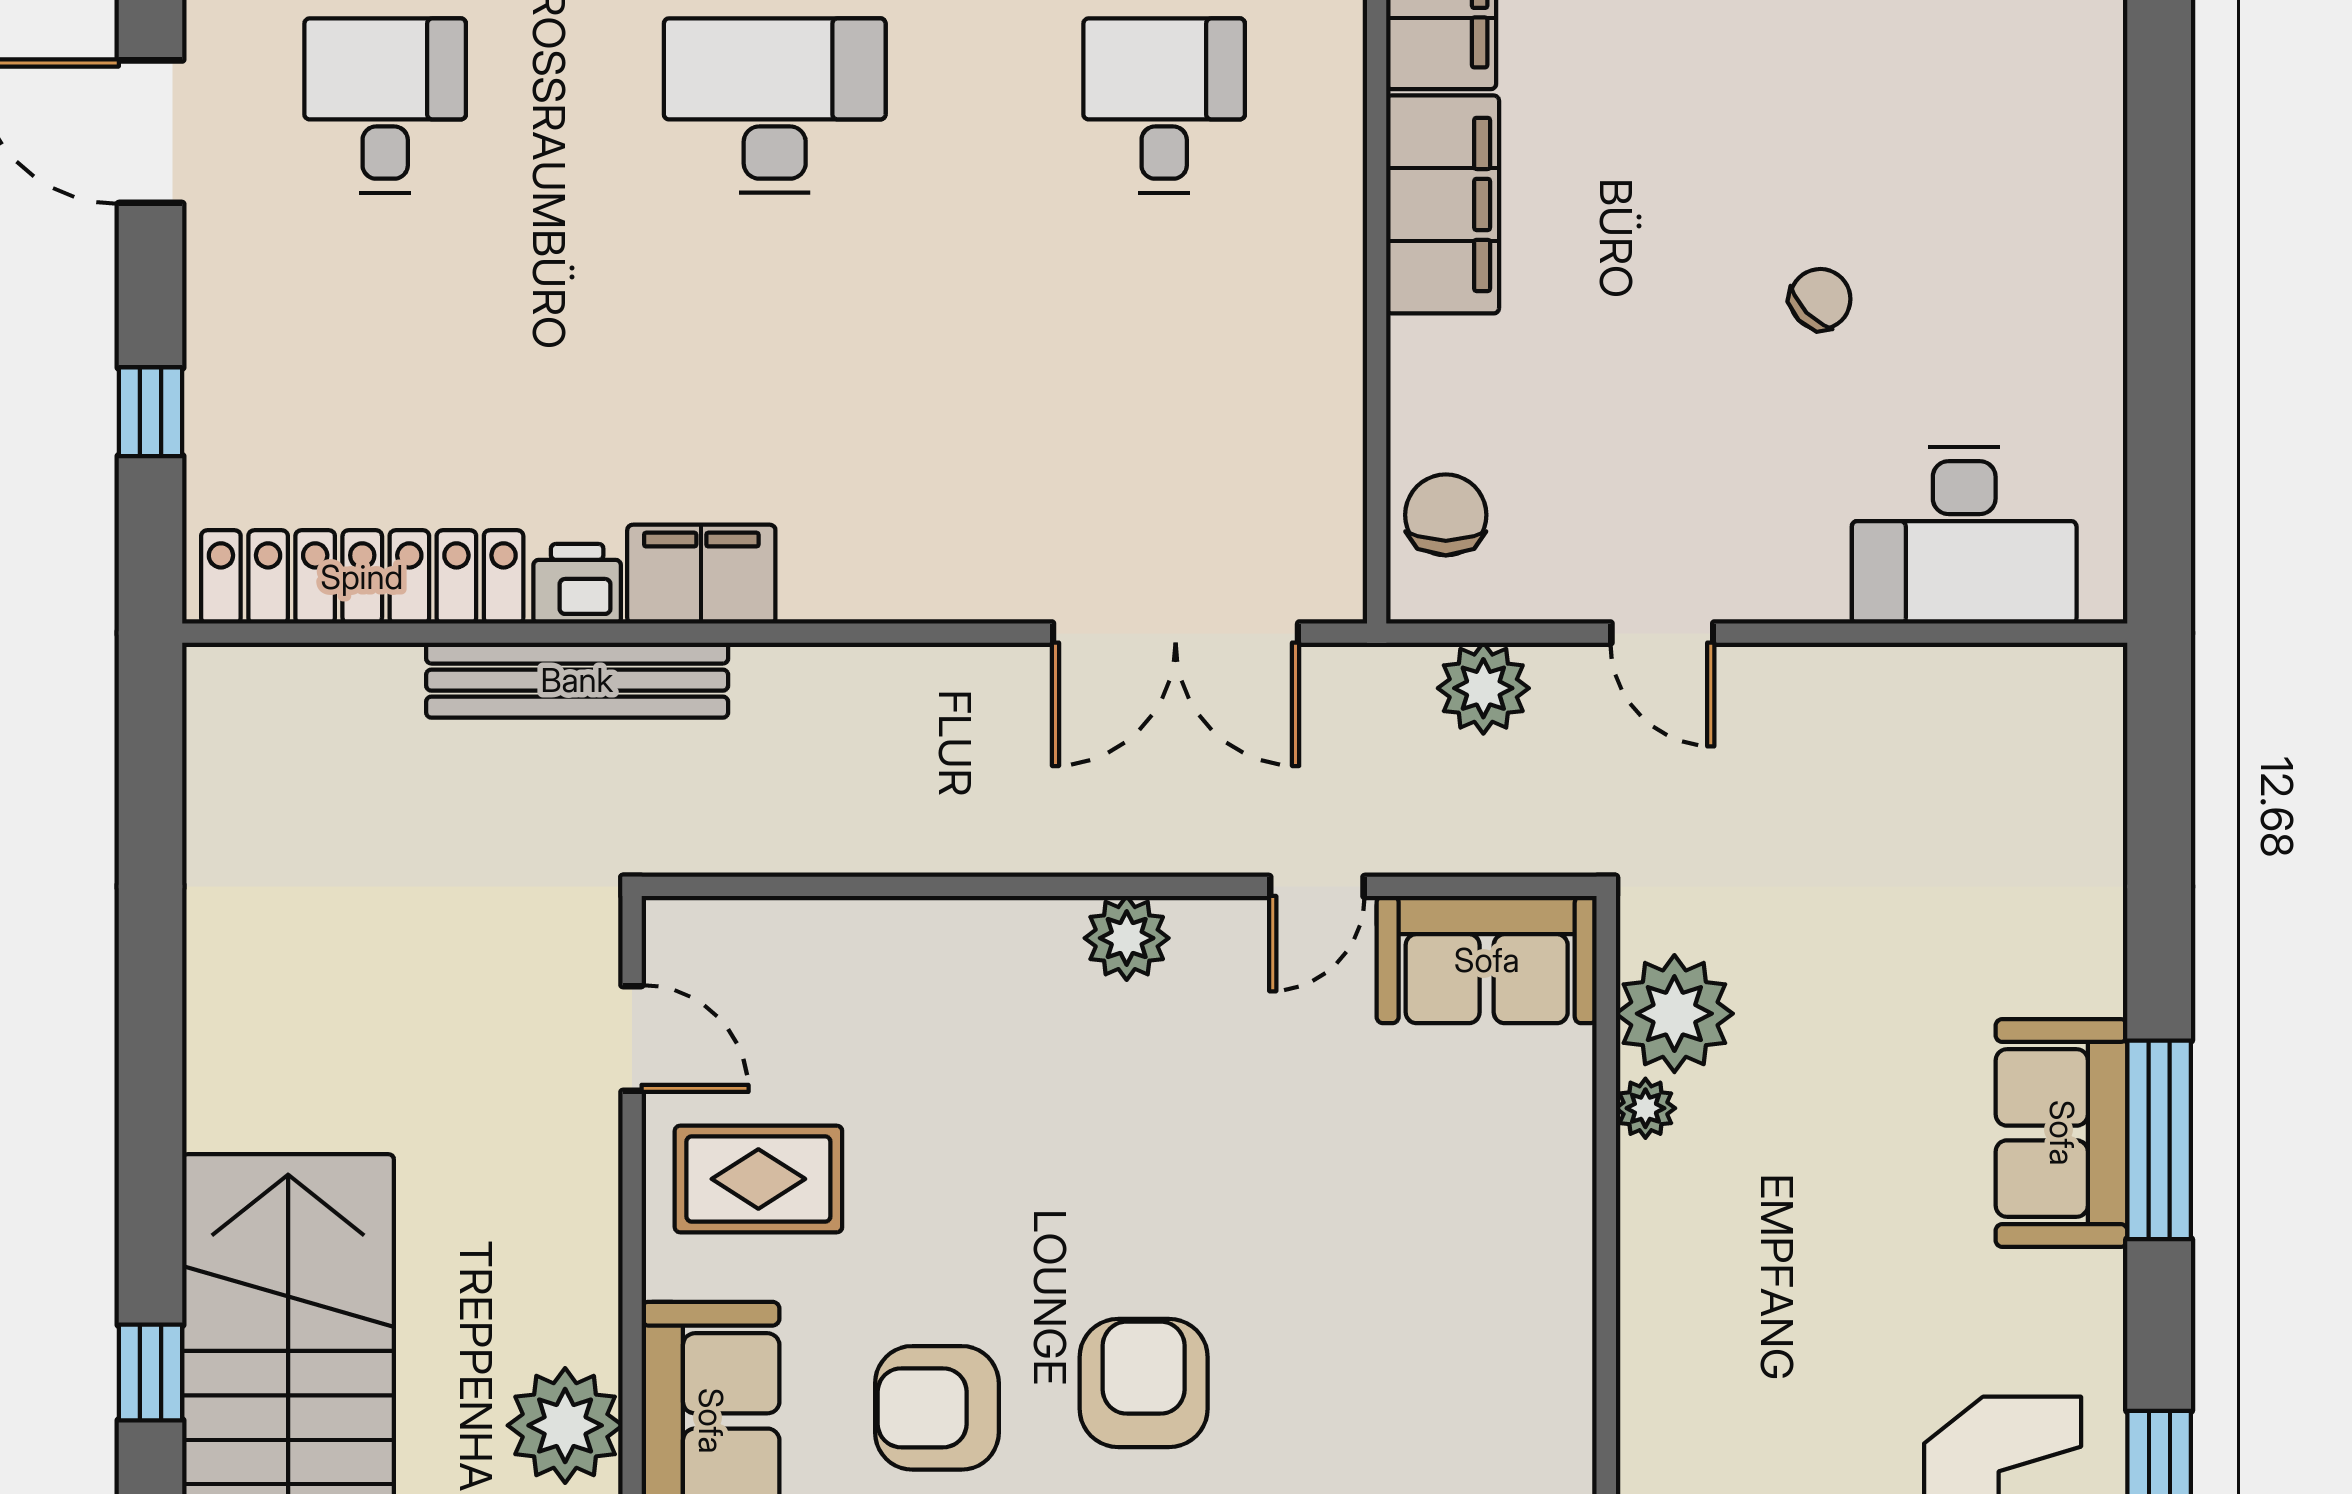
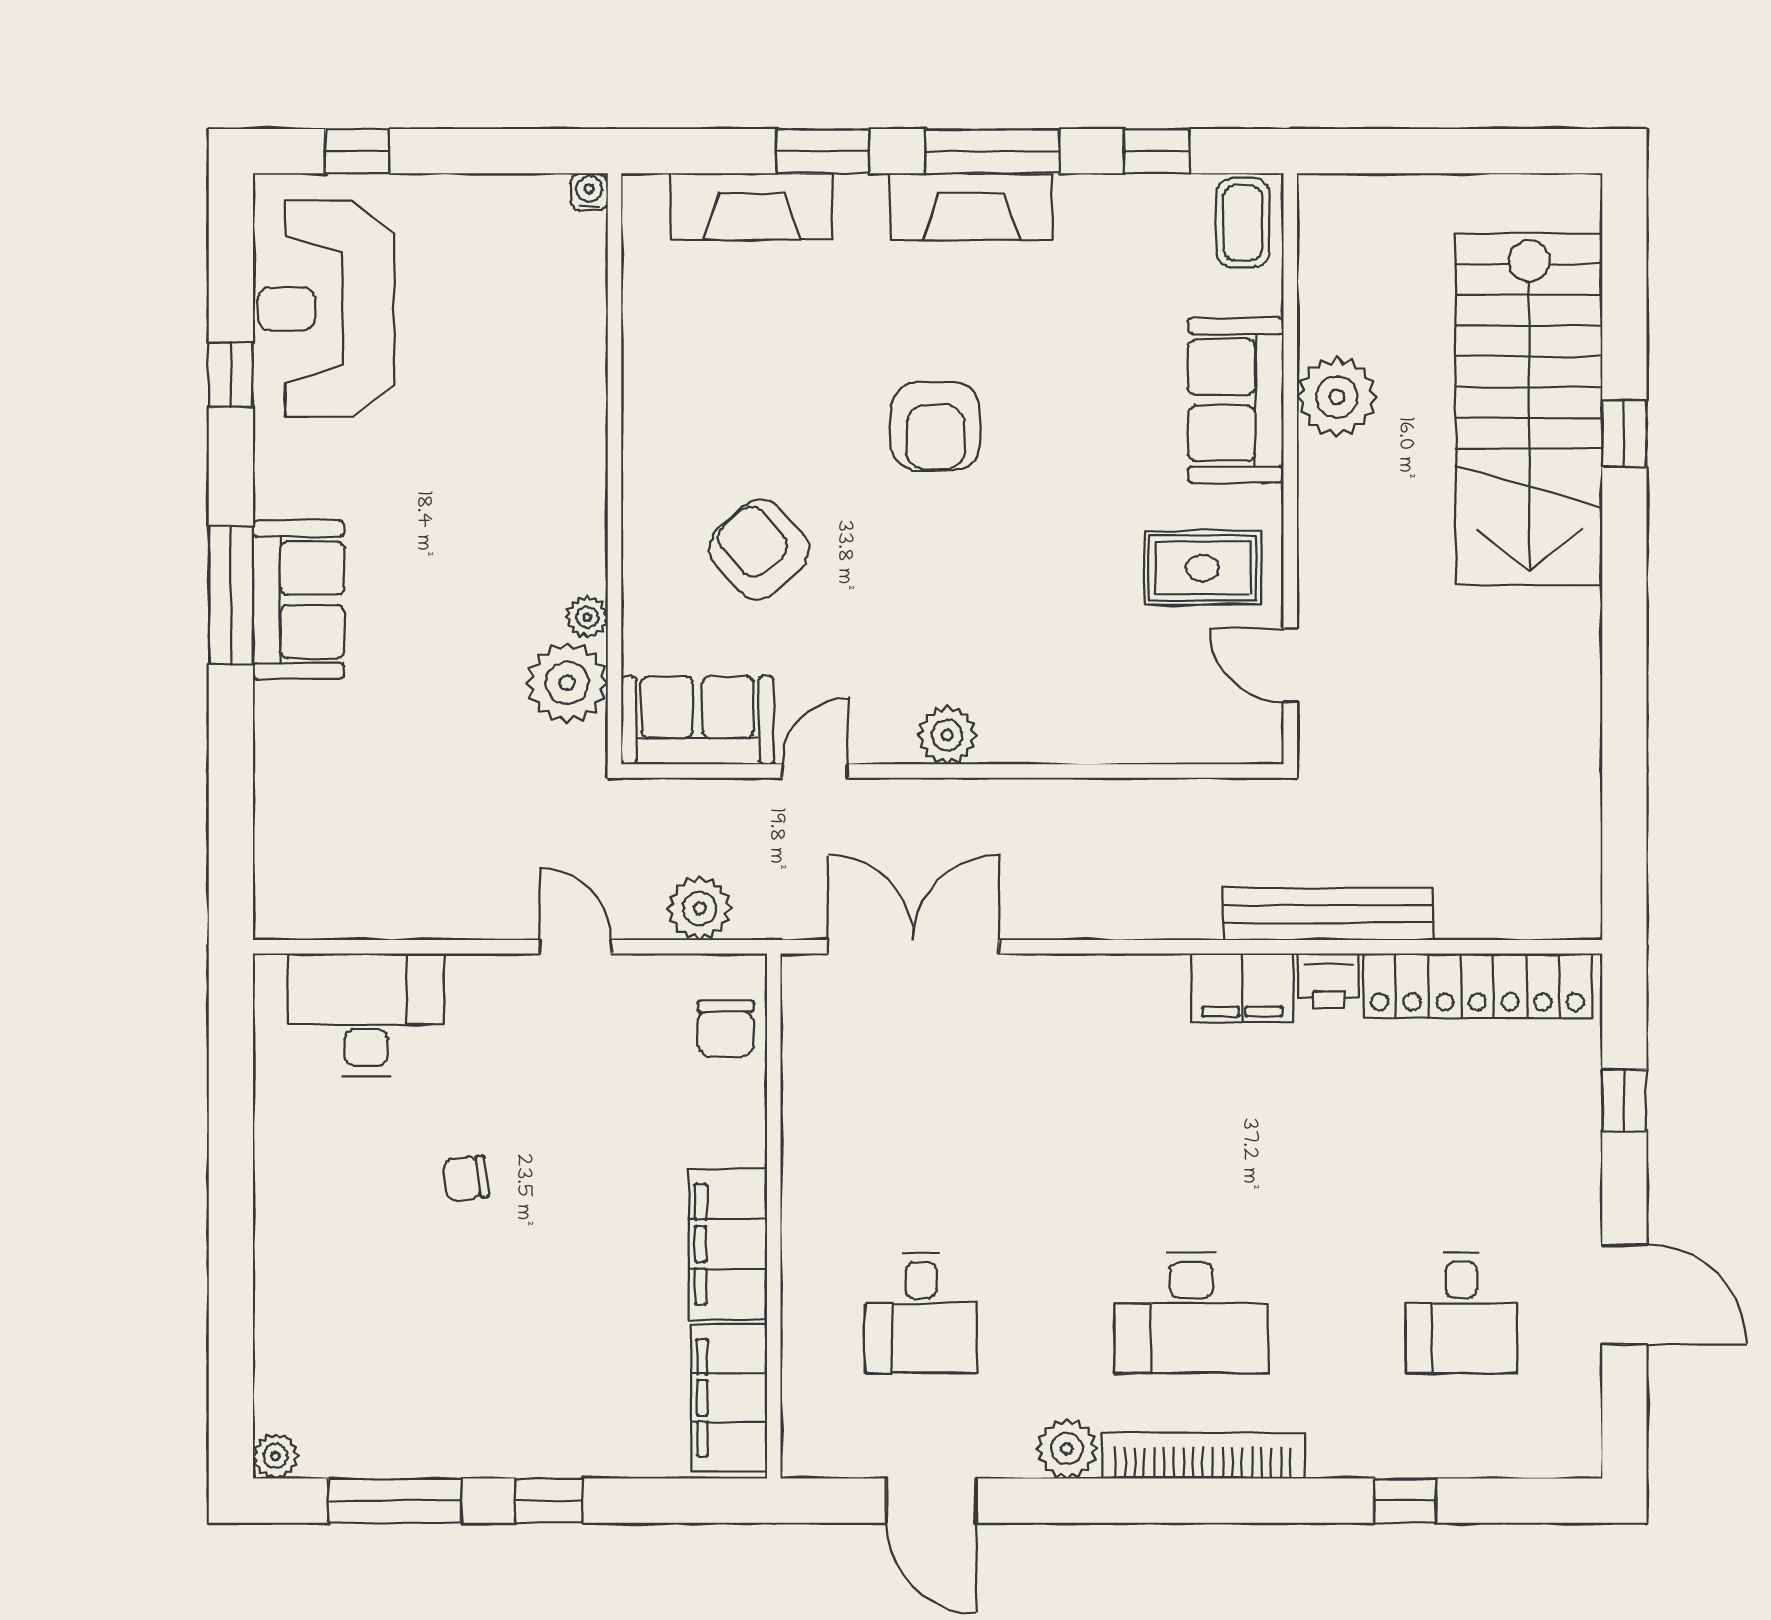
chair: (1820, 299) -> (466, 1178), turned 37
armchair: (937, 1408) -> (759, 549), moved, turned -132

